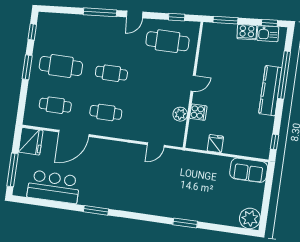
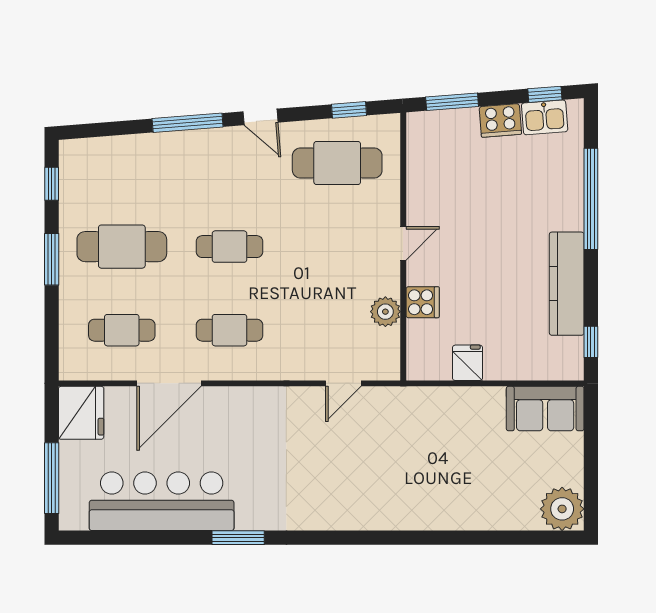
door: (135, 14) -> (261, 117), hinge flipped
kitchen counter: (270, 91) -> (567, 284), moved
bar counter: (54, 187) -> (162, 501), width x1.36
window: (185, 223) -> (428, 538), removed

